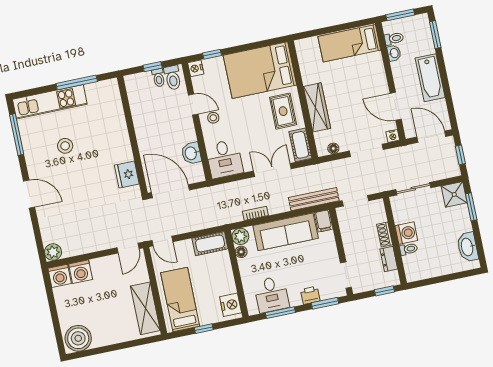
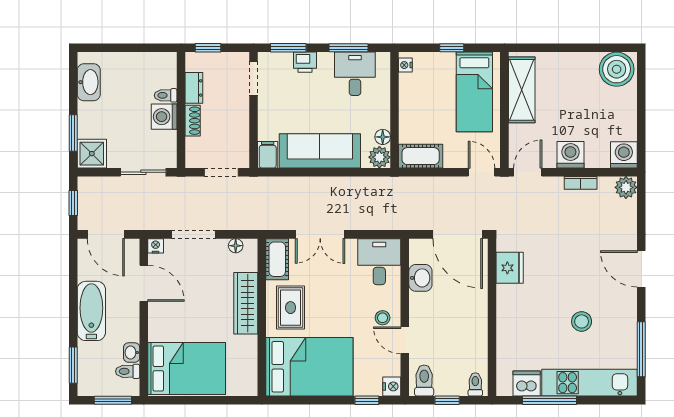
bed: (349, 43) -> (187, 369), width x1.50
toilet: (159, 78) -> (475, 384), moved
dishwasher: (96, 91) -> (527, 383), added
bench: (314, 199) -> (275, 185), removed
bookcase: (255, 213) -> (581, 183), moved
washing machine: (81, 272) -> (570, 155), moved
nightstand: (231, 305) -> (405, 65), width x0.53, depth x0.56

